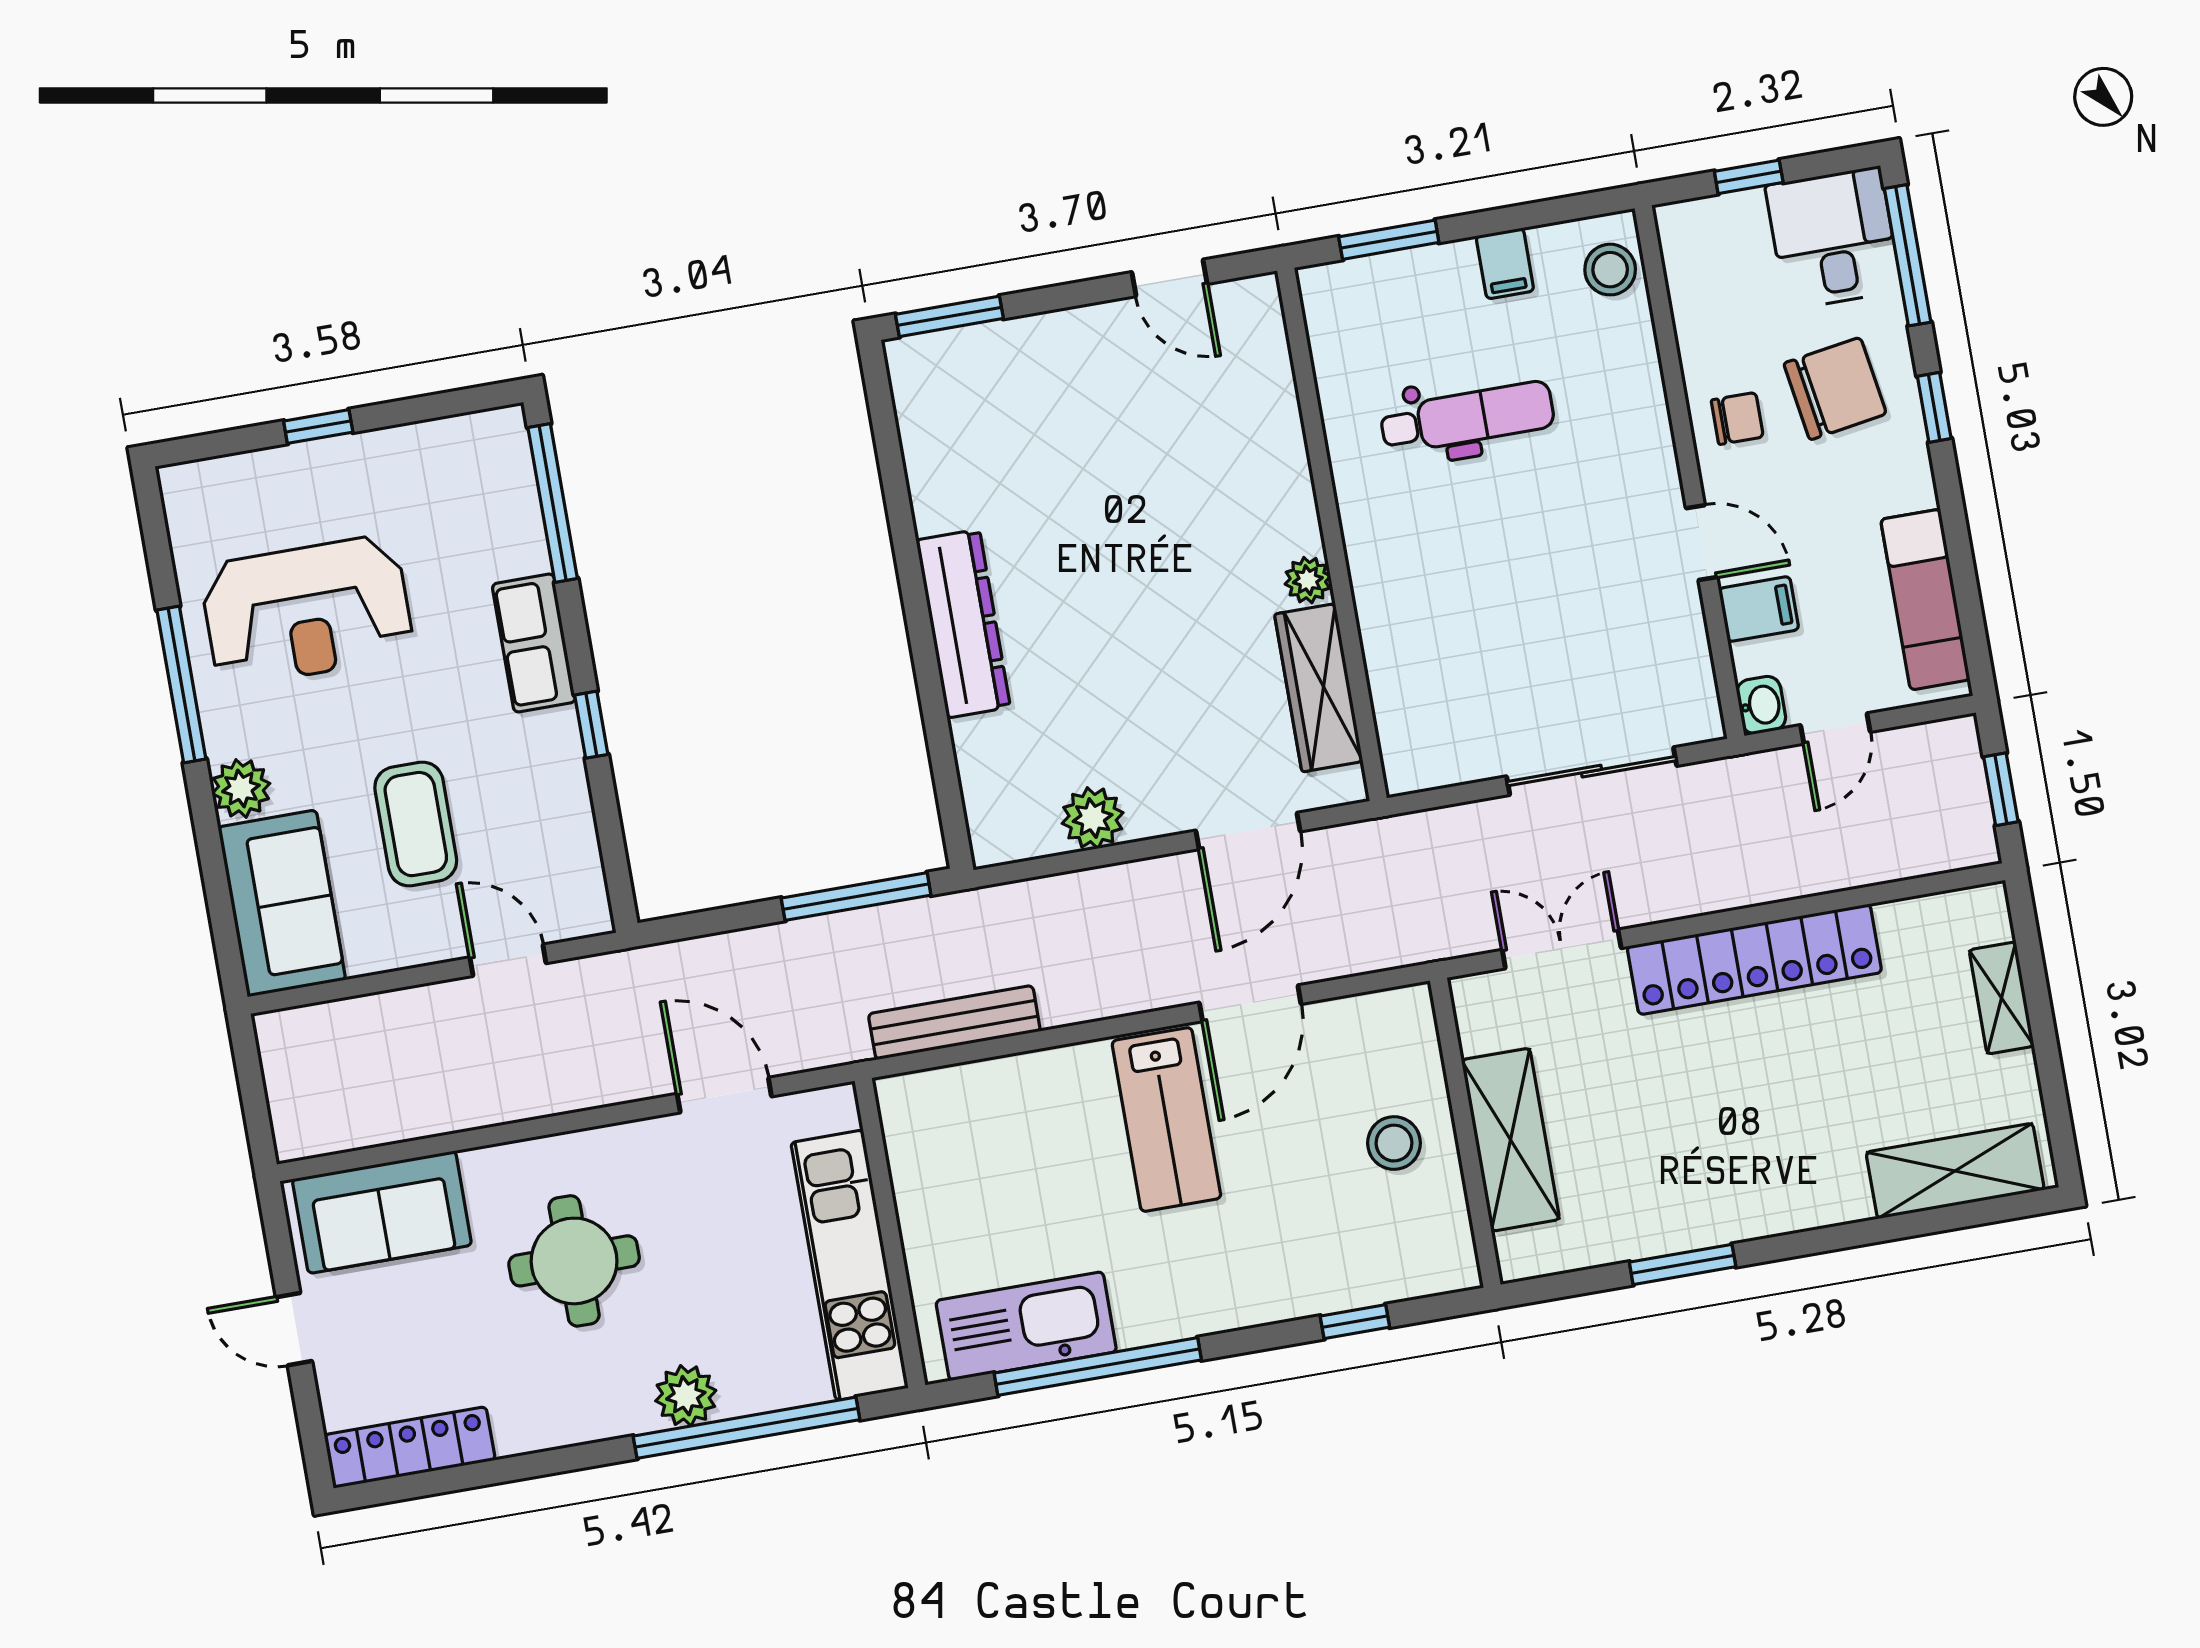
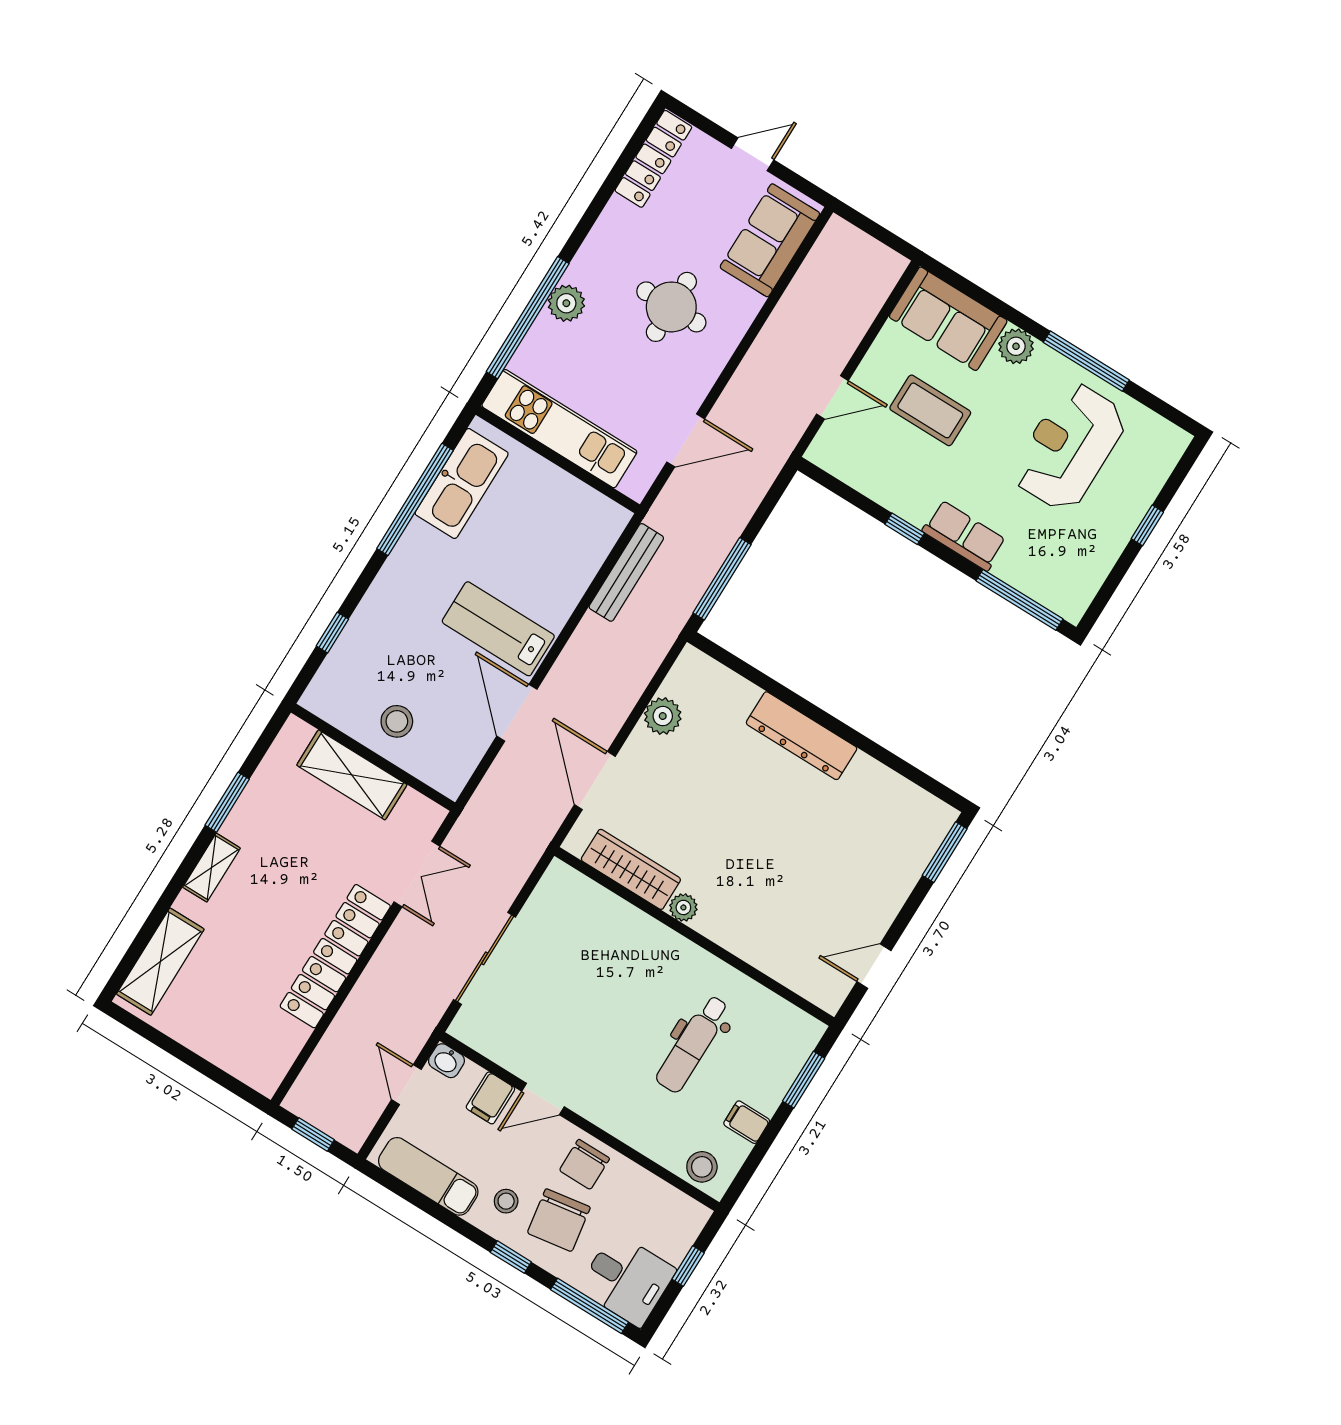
chair: (1737, 418) -> (584, 1164), width x1.37, depth x1.37
stool: (1870, 475) -> (506, 1201), added
shelving: (2002, 998) -> (212, 868), moved, turned 90

